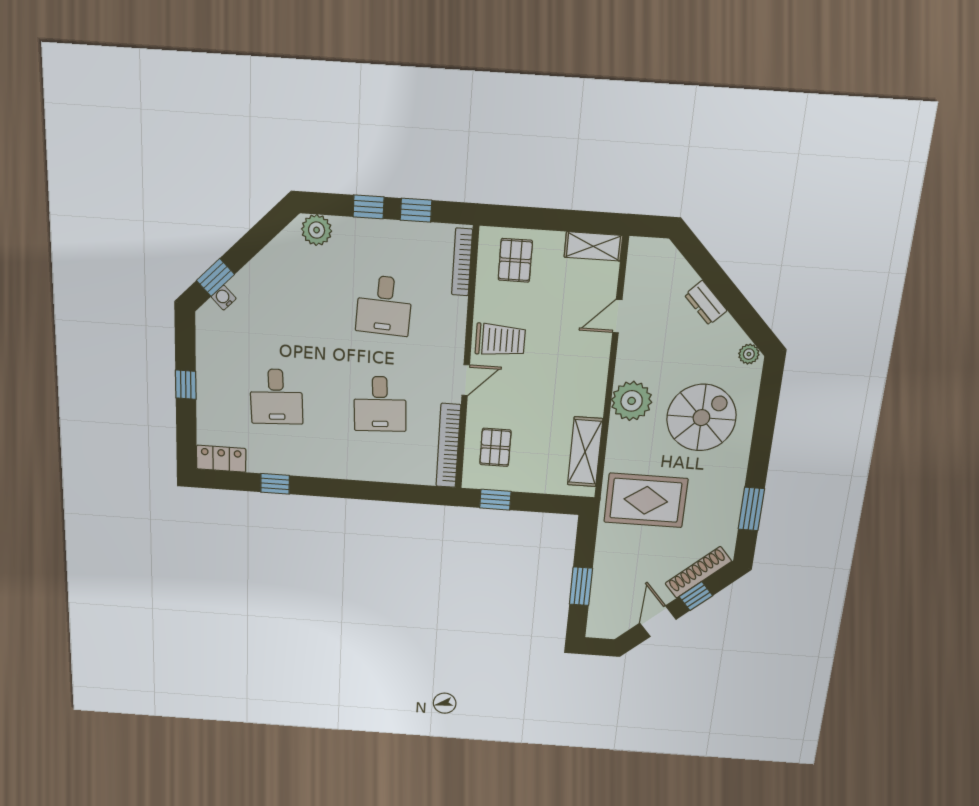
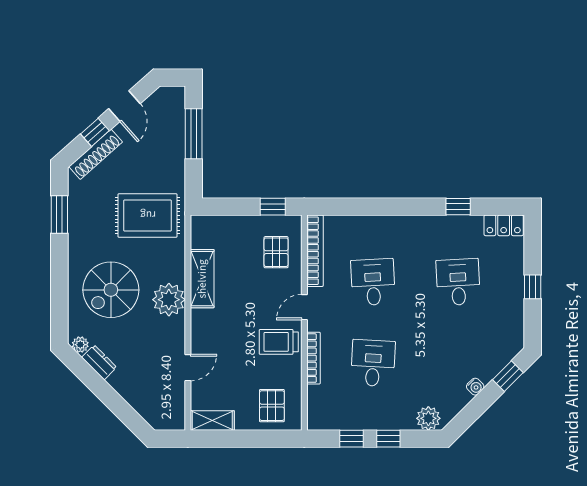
bookcase: (462, 262) -> (313, 358), moved
water cooler: (224, 298) -> (475, 387), moved
dresser: (706, 303) -> (99, 362), moved
shelving: (585, 452) -> (202, 279), moved
window: (581, 586) -> (194, 134), width x1.44

